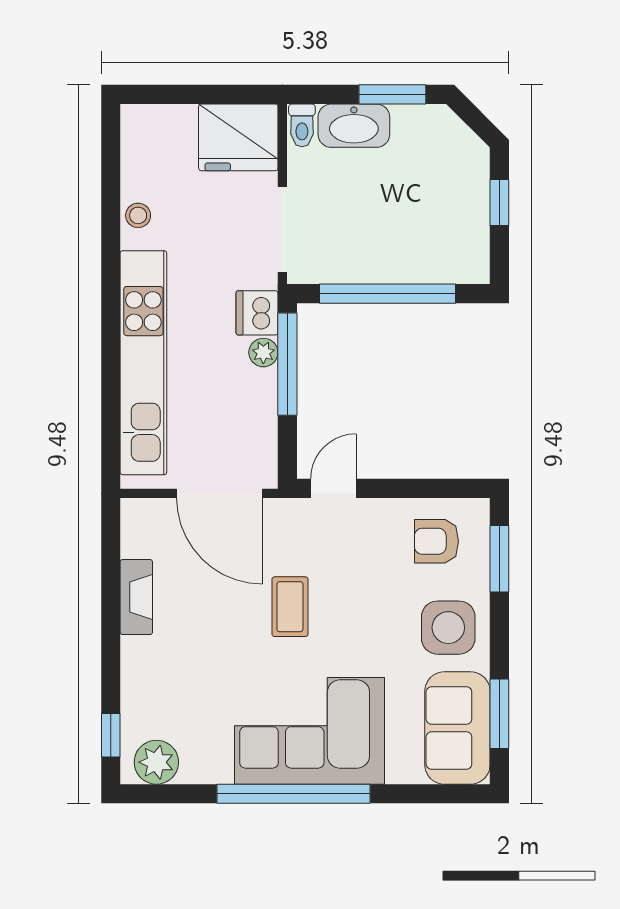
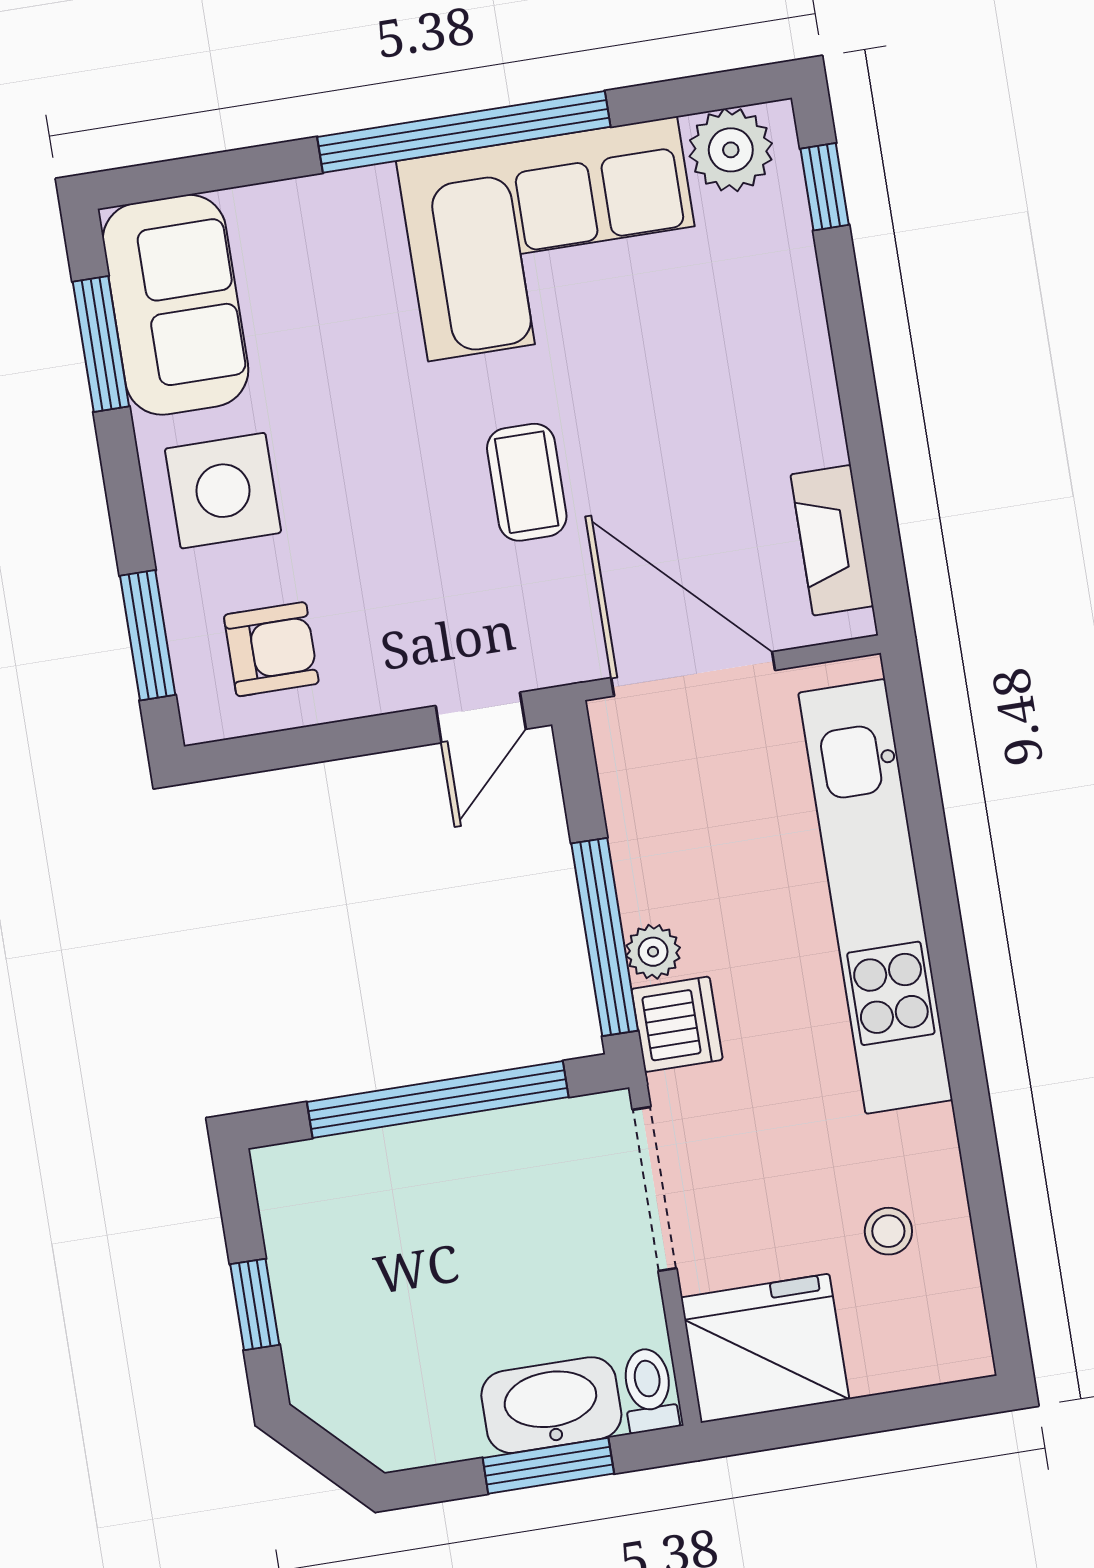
window: (392, 94) -> (548, 1466), moved
stool: (138, 215) -> (888, 1231), moved
fireplace: (136, 597) -> (832, 540), moved
corner sofa: (310, 731) -> (553, 239), moved

